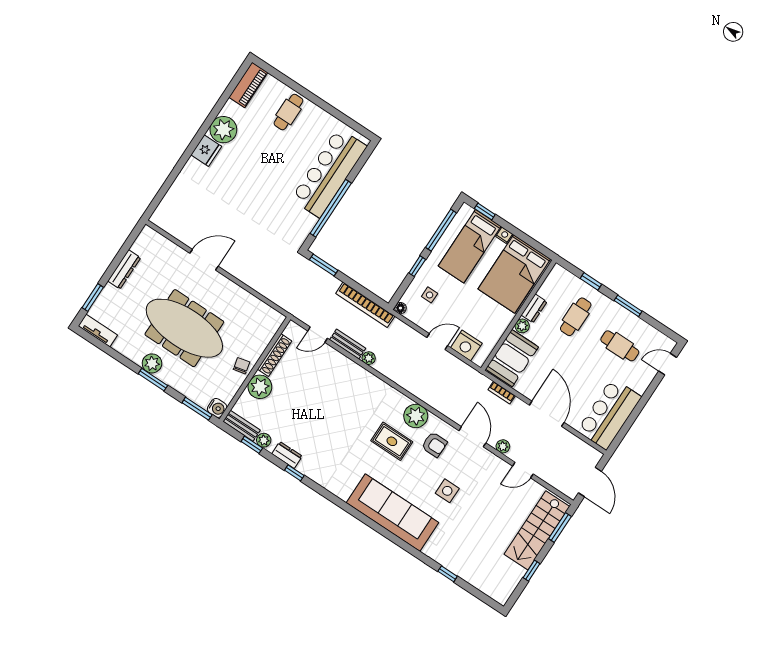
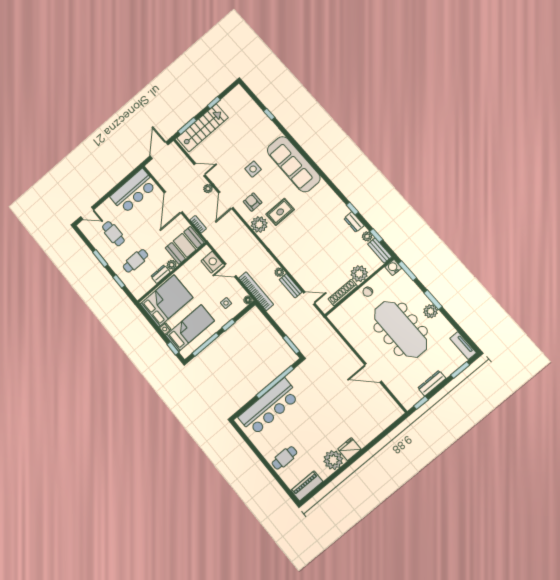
window: (131, 240) -> (421, 403), added
bookcase: (365, 305) -> (256, 291), moved
rug: (392, 441) -> (280, 212), turned 90

